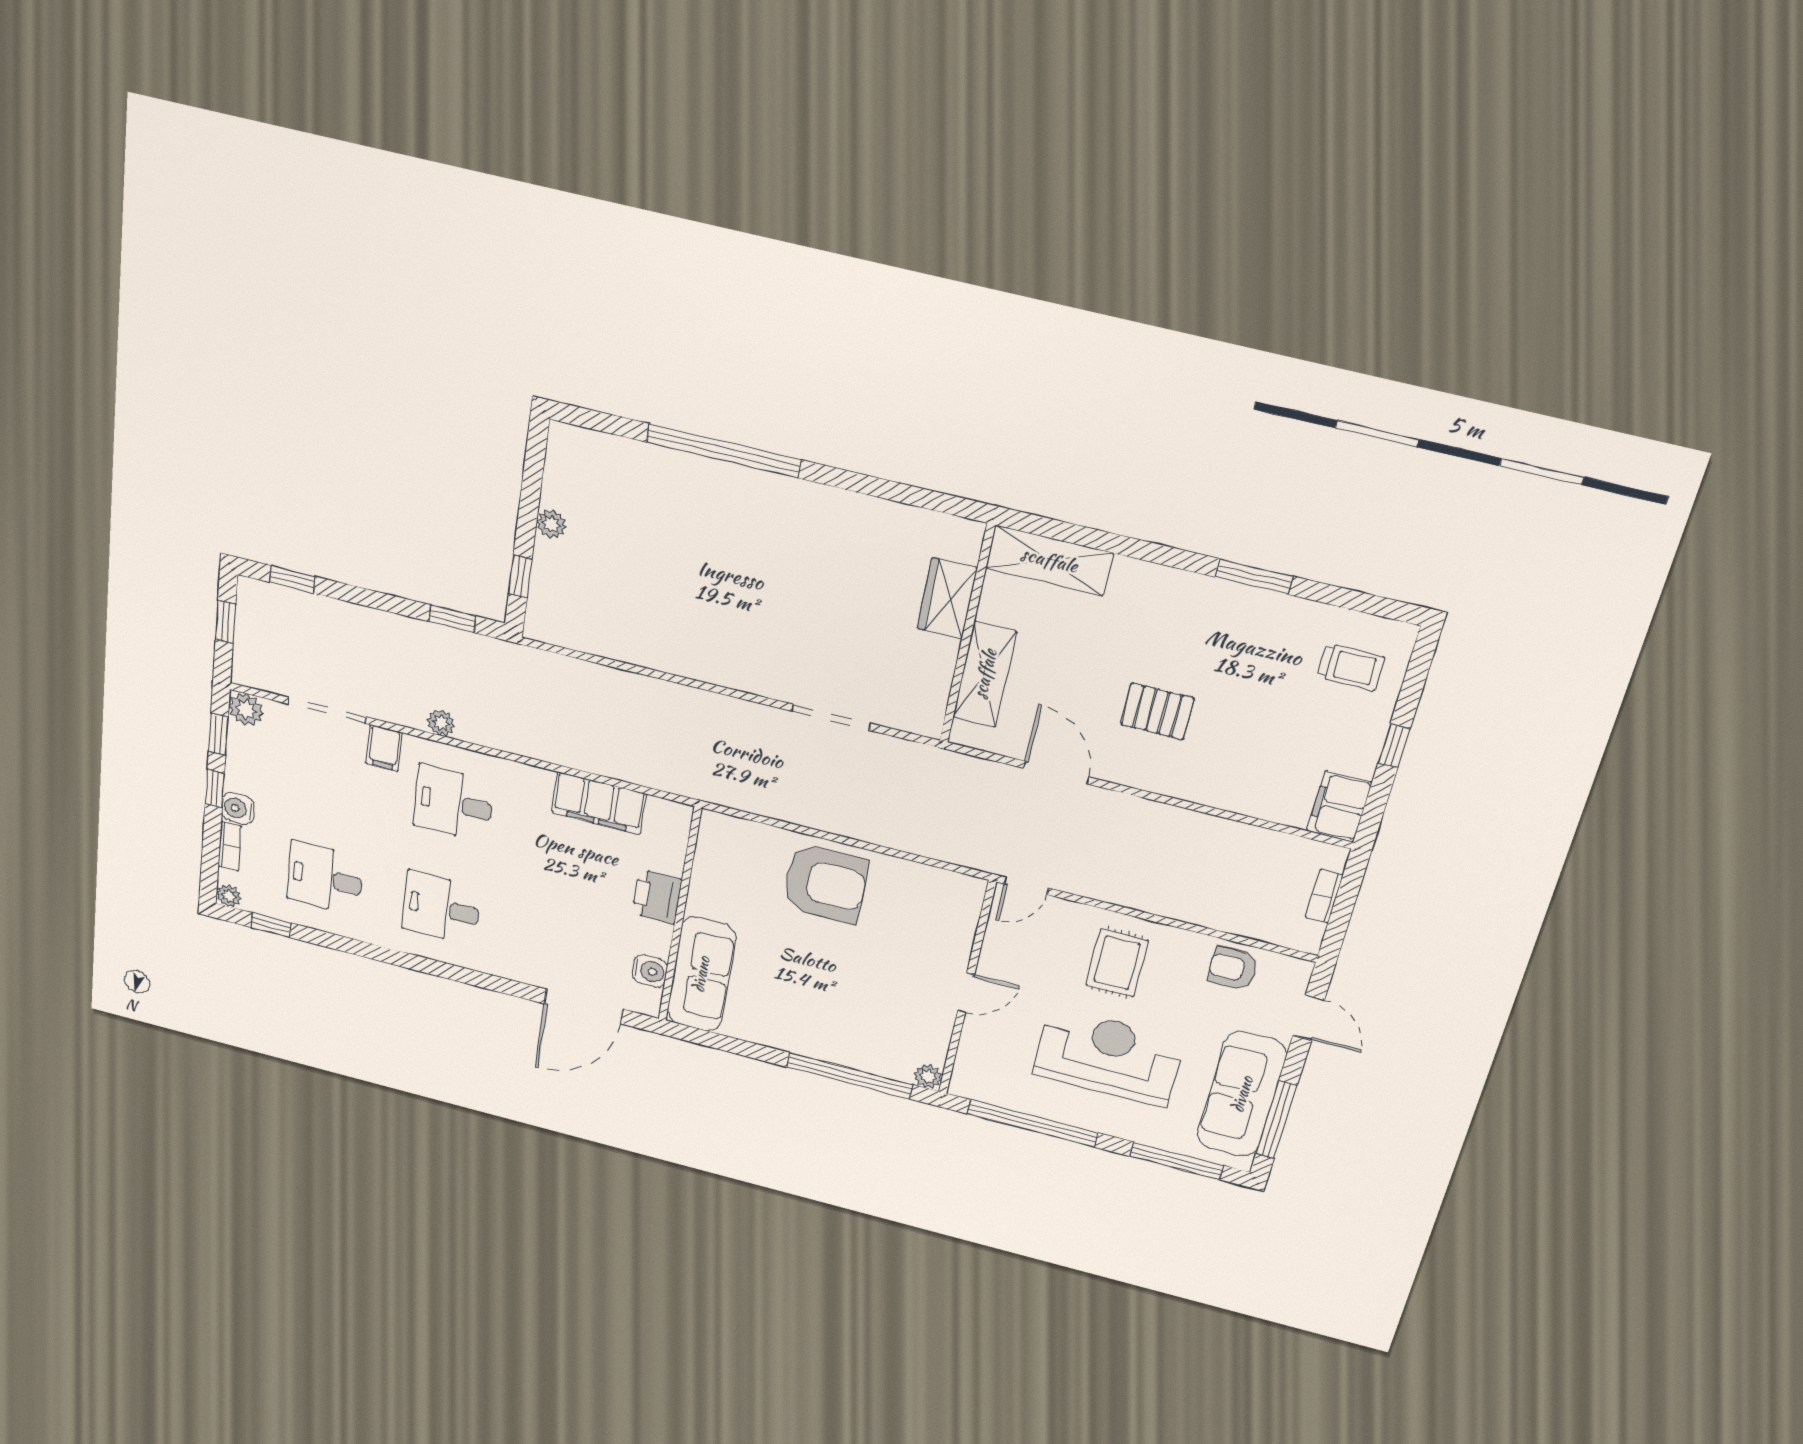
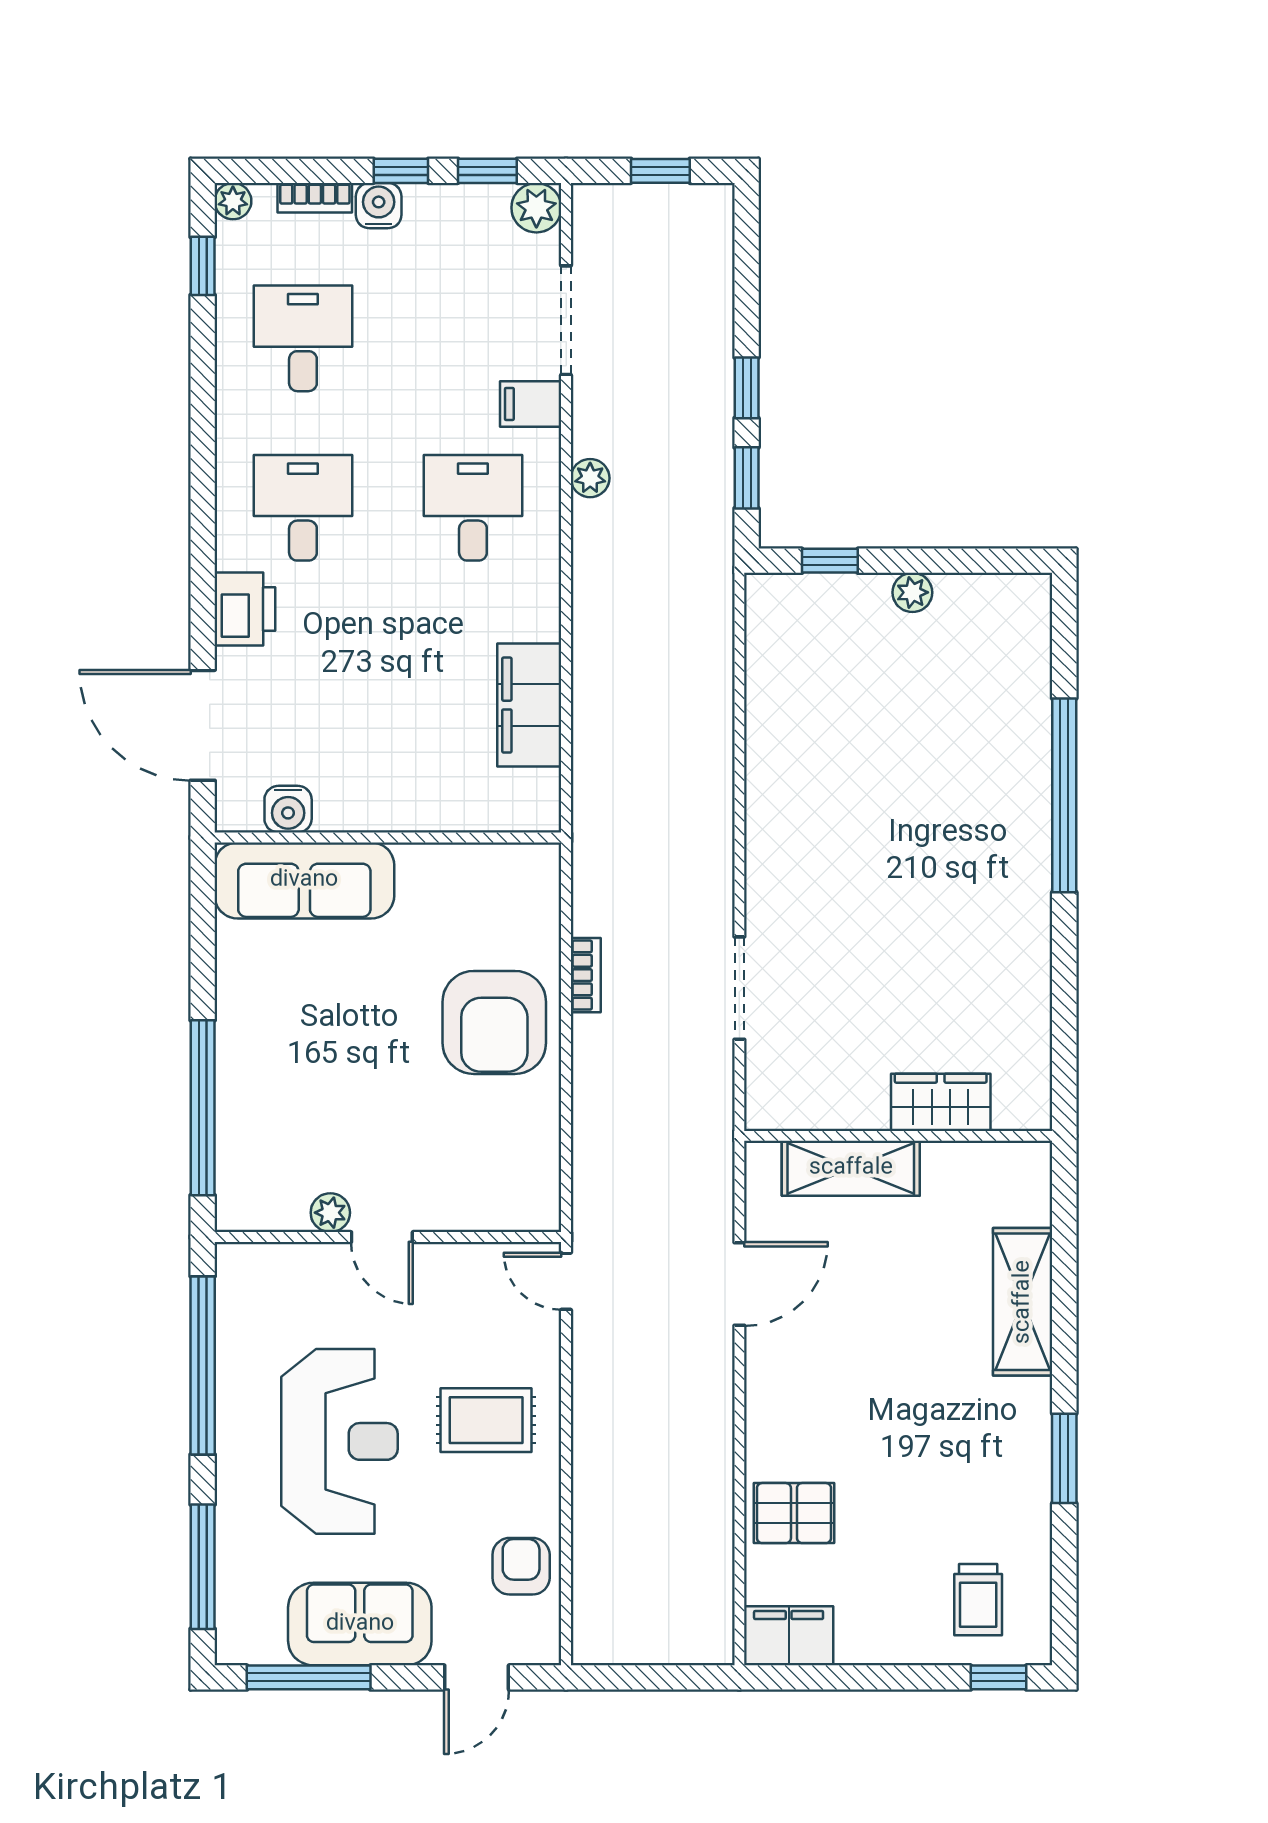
shelving: (1049, 560) -> (1023, 1302), moved
window: (292, 579) -> (747, 388), moved
pallet: (1157, 711) -> (794, 1513), moved, turned 90
window: (1394, 746) -> (998, 1677), moved
bookcase: (1324, 896) -> (586, 975), moved, turned 90
printer: (657, 897) -> (245, 609), moved, turned 90
plant: (928, 1077) -> (330, 1213), moved
sofa: (1242, 1094) -> (360, 1624), width x0.73

